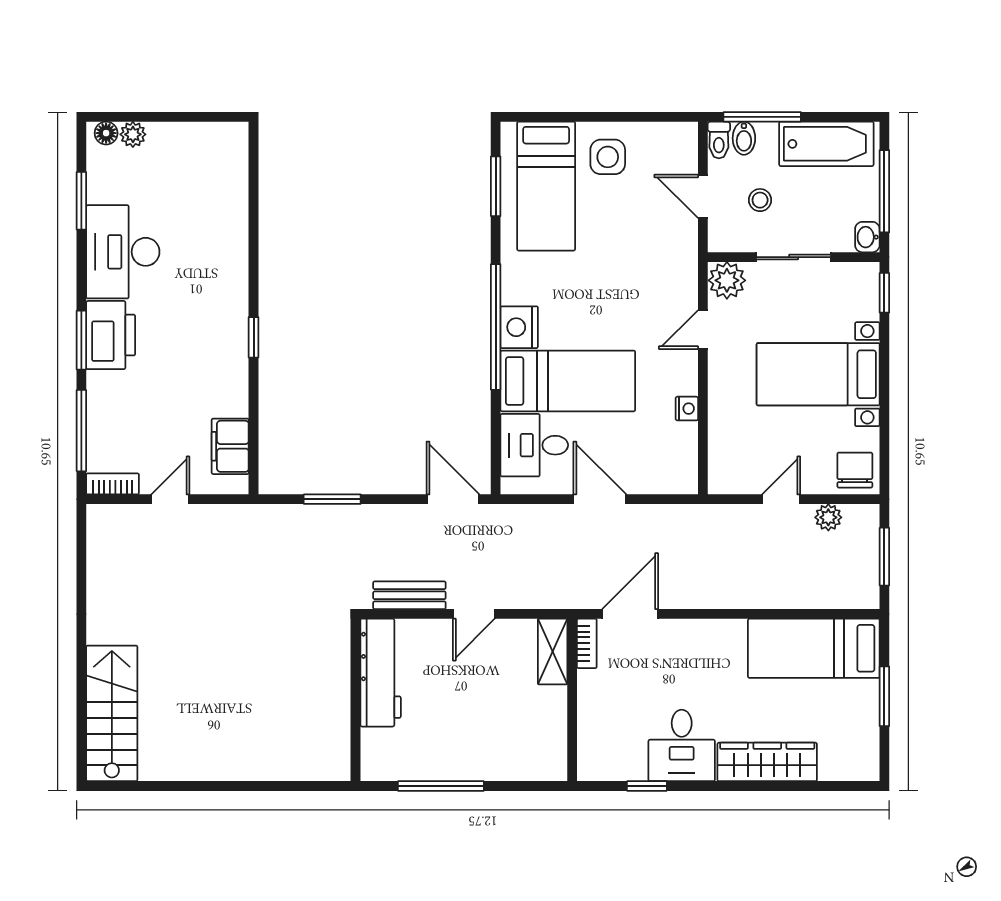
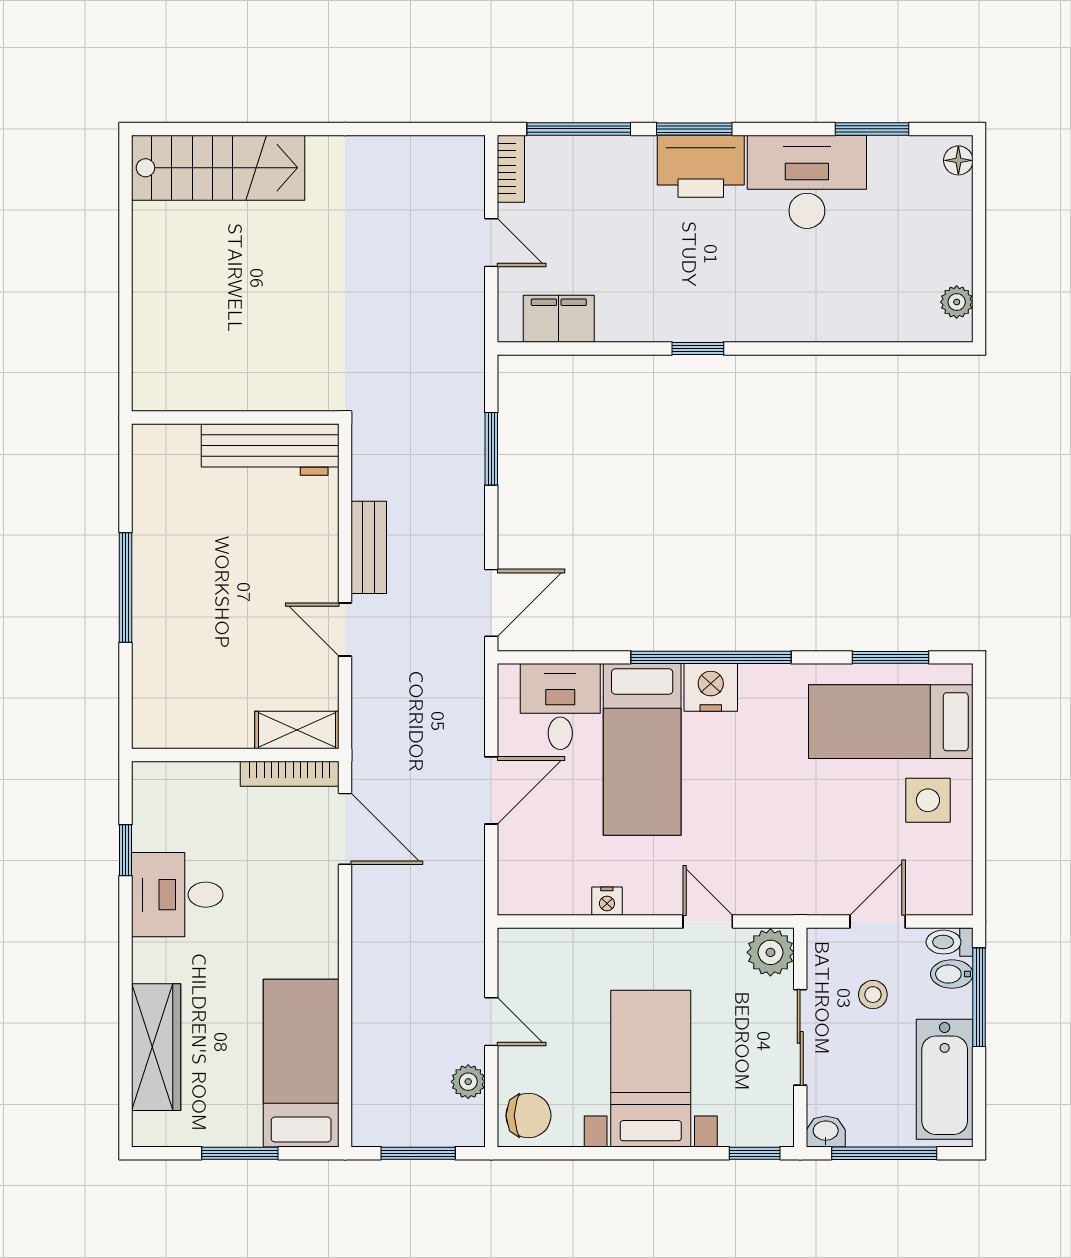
plant: (133, 134) -> (957, 302), moved
bookcase: (587, 643) -> (290, 774), width x1.56
workbench: (381, 673) -> (270, 450), moved
wall: (355, 700) -> (235, 418), moved
wardrobe: (767, 762) -> (156, 1047), moved

